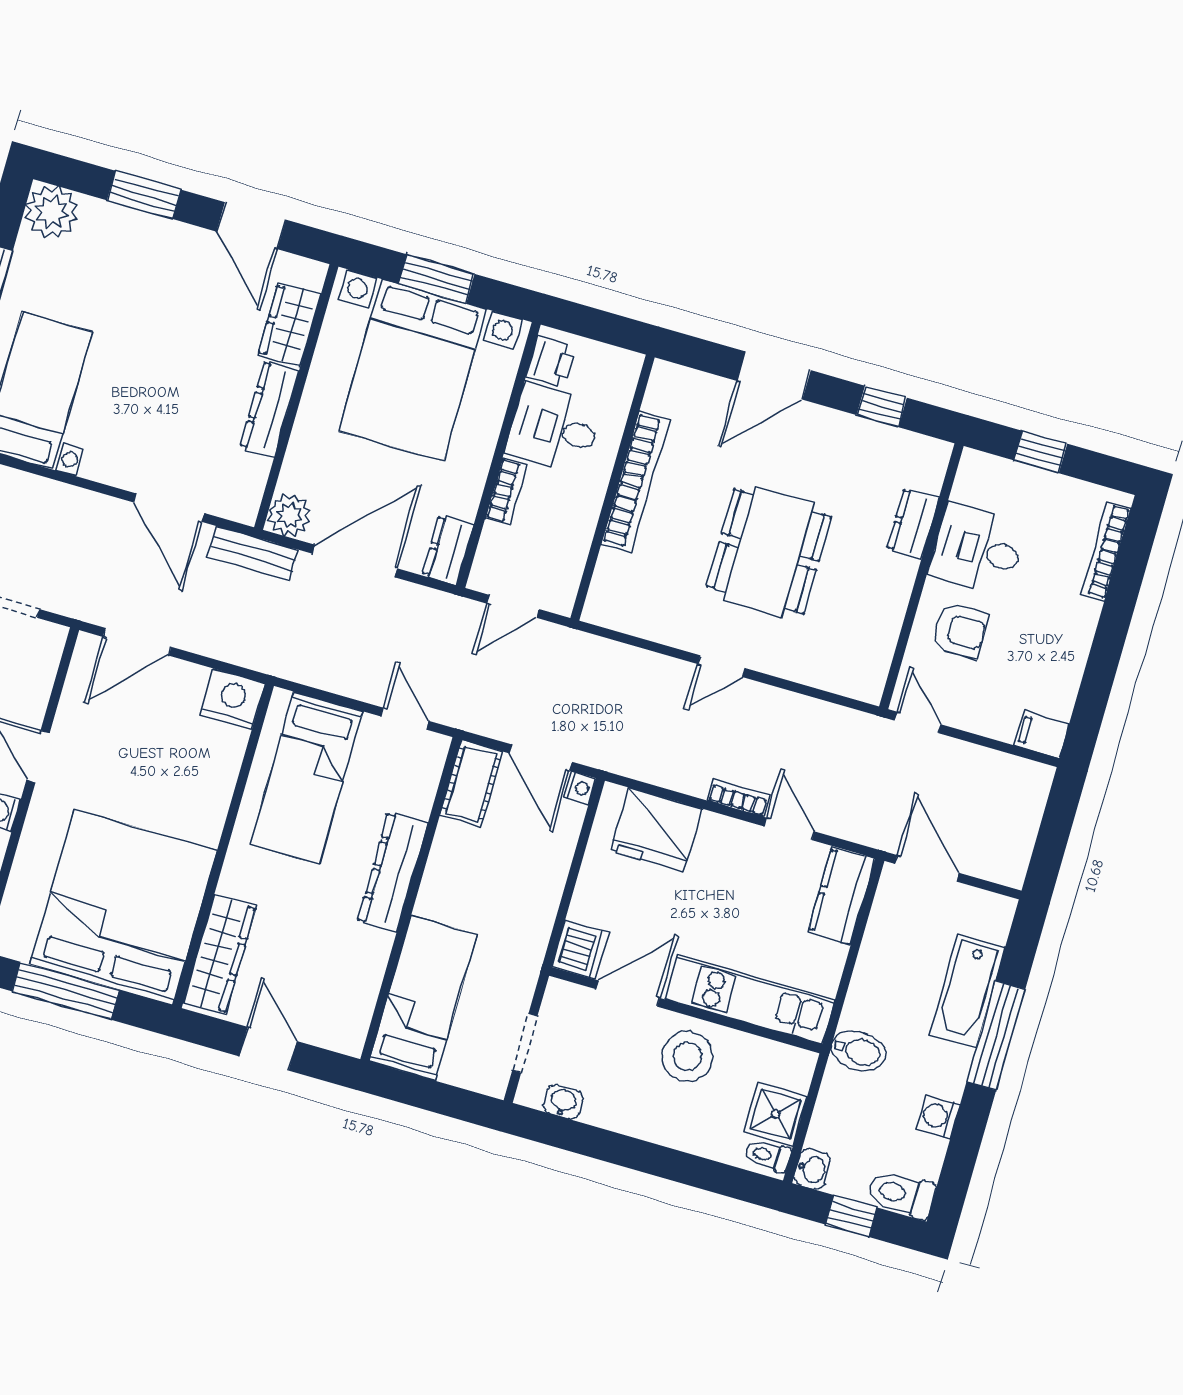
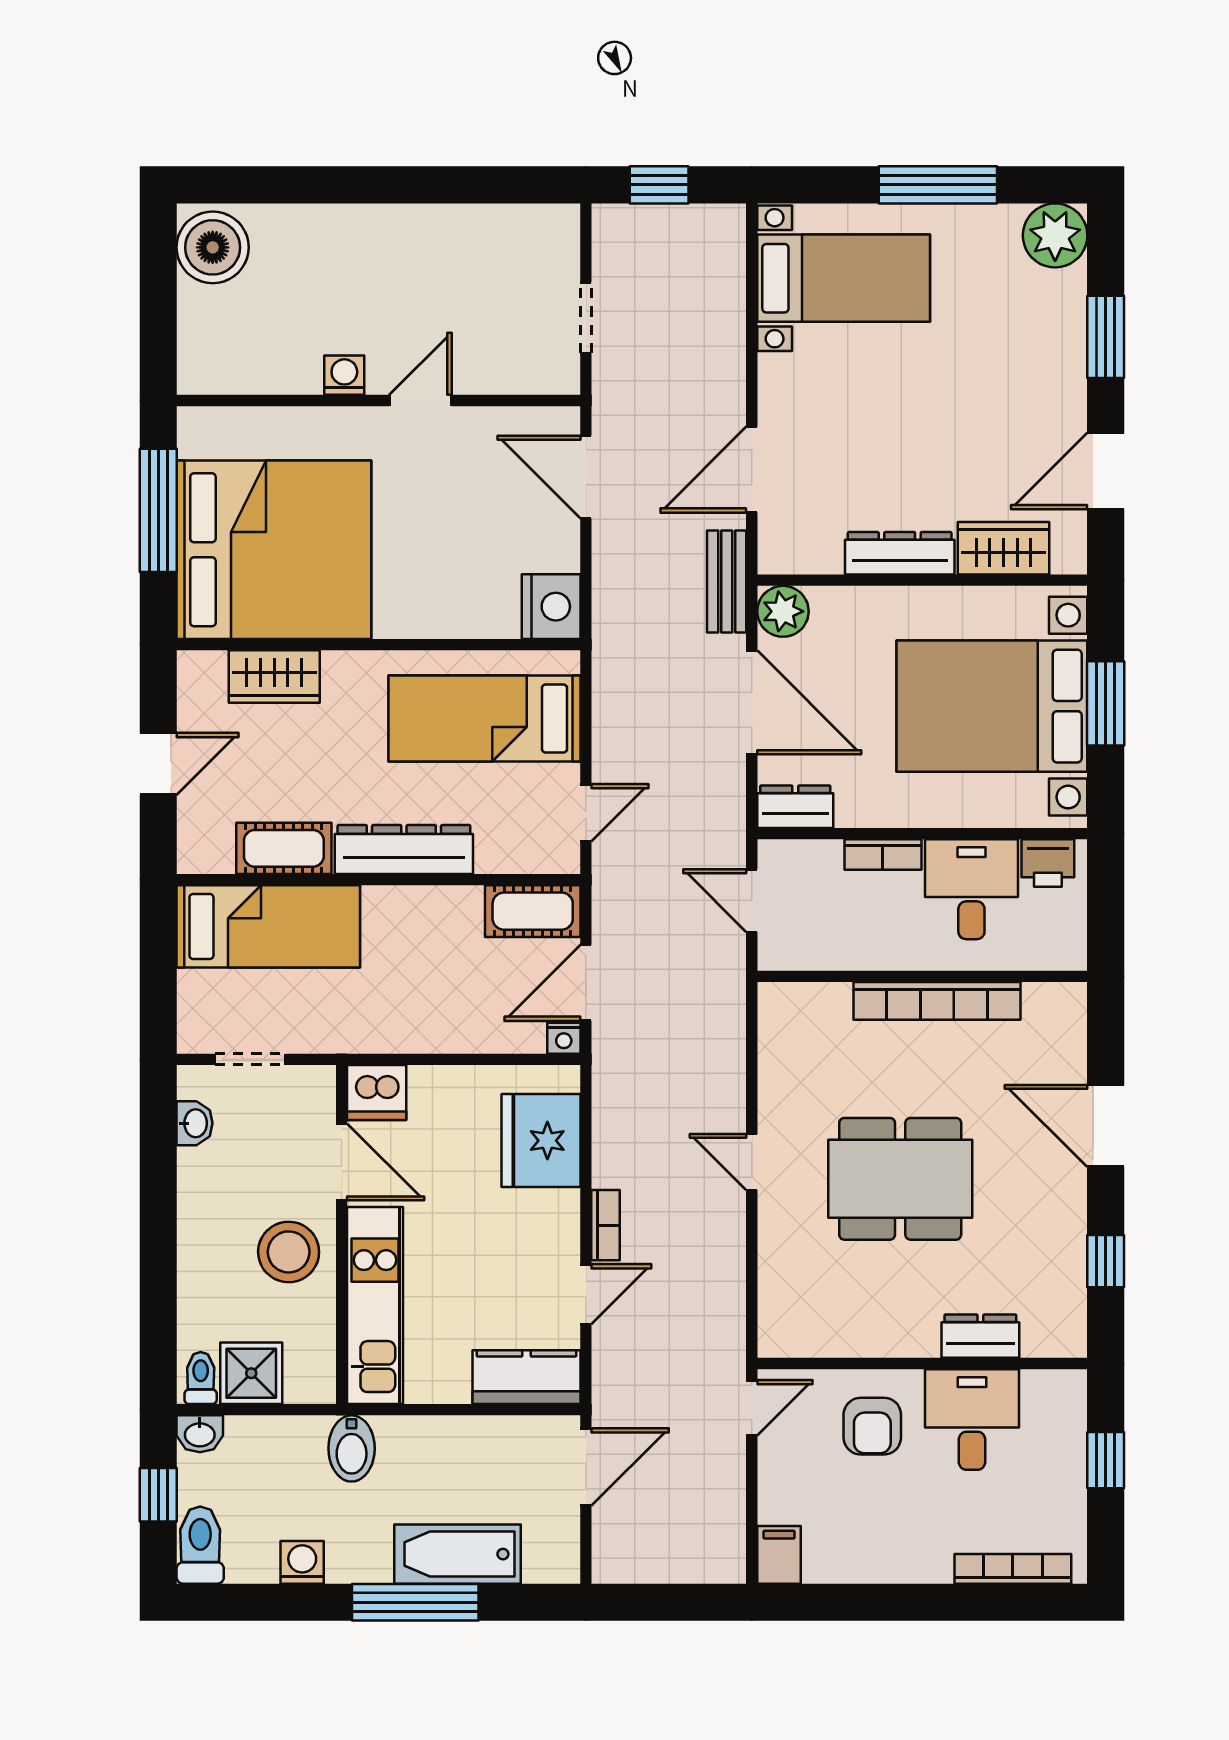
wardrobe: (220, 954) -> (274, 677), width x0.67
cot: (364, 968) -> (284, 848), added

